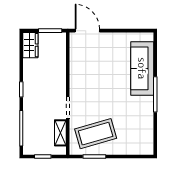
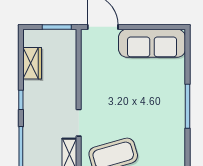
wardrobe: (30, 45) -> (32, 63), moved
sofa: (142, 68) -> (152, 43), moved, turned -90

